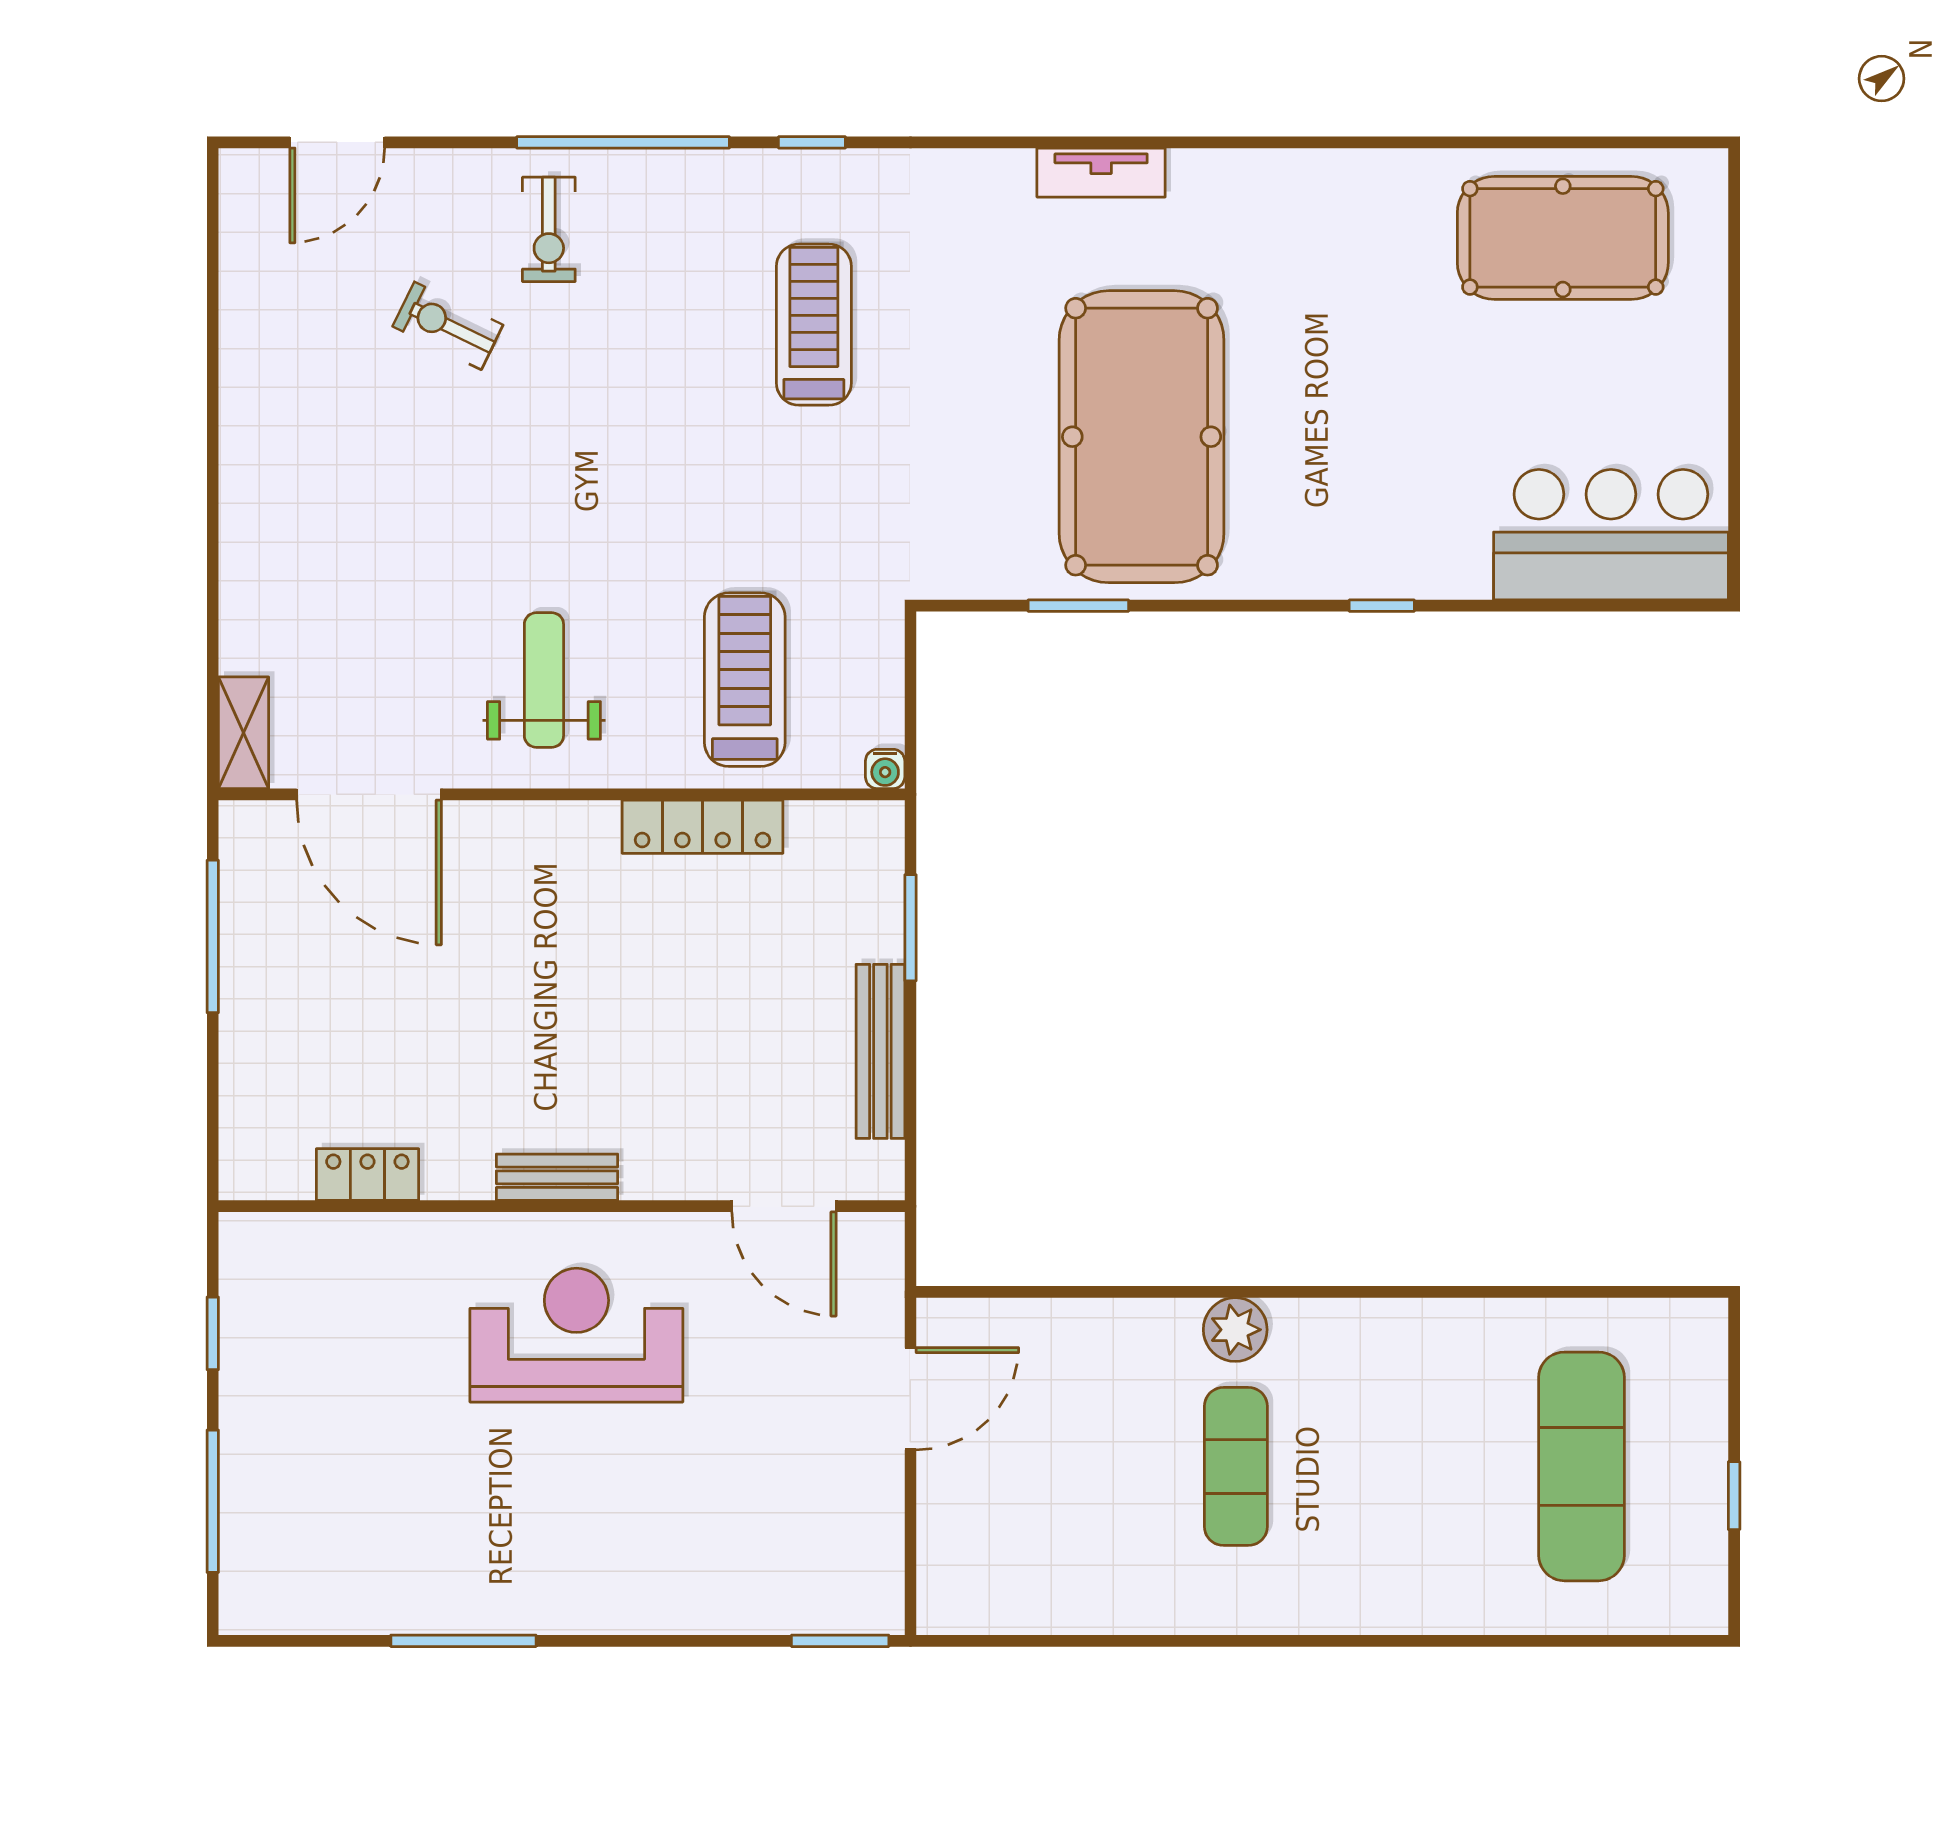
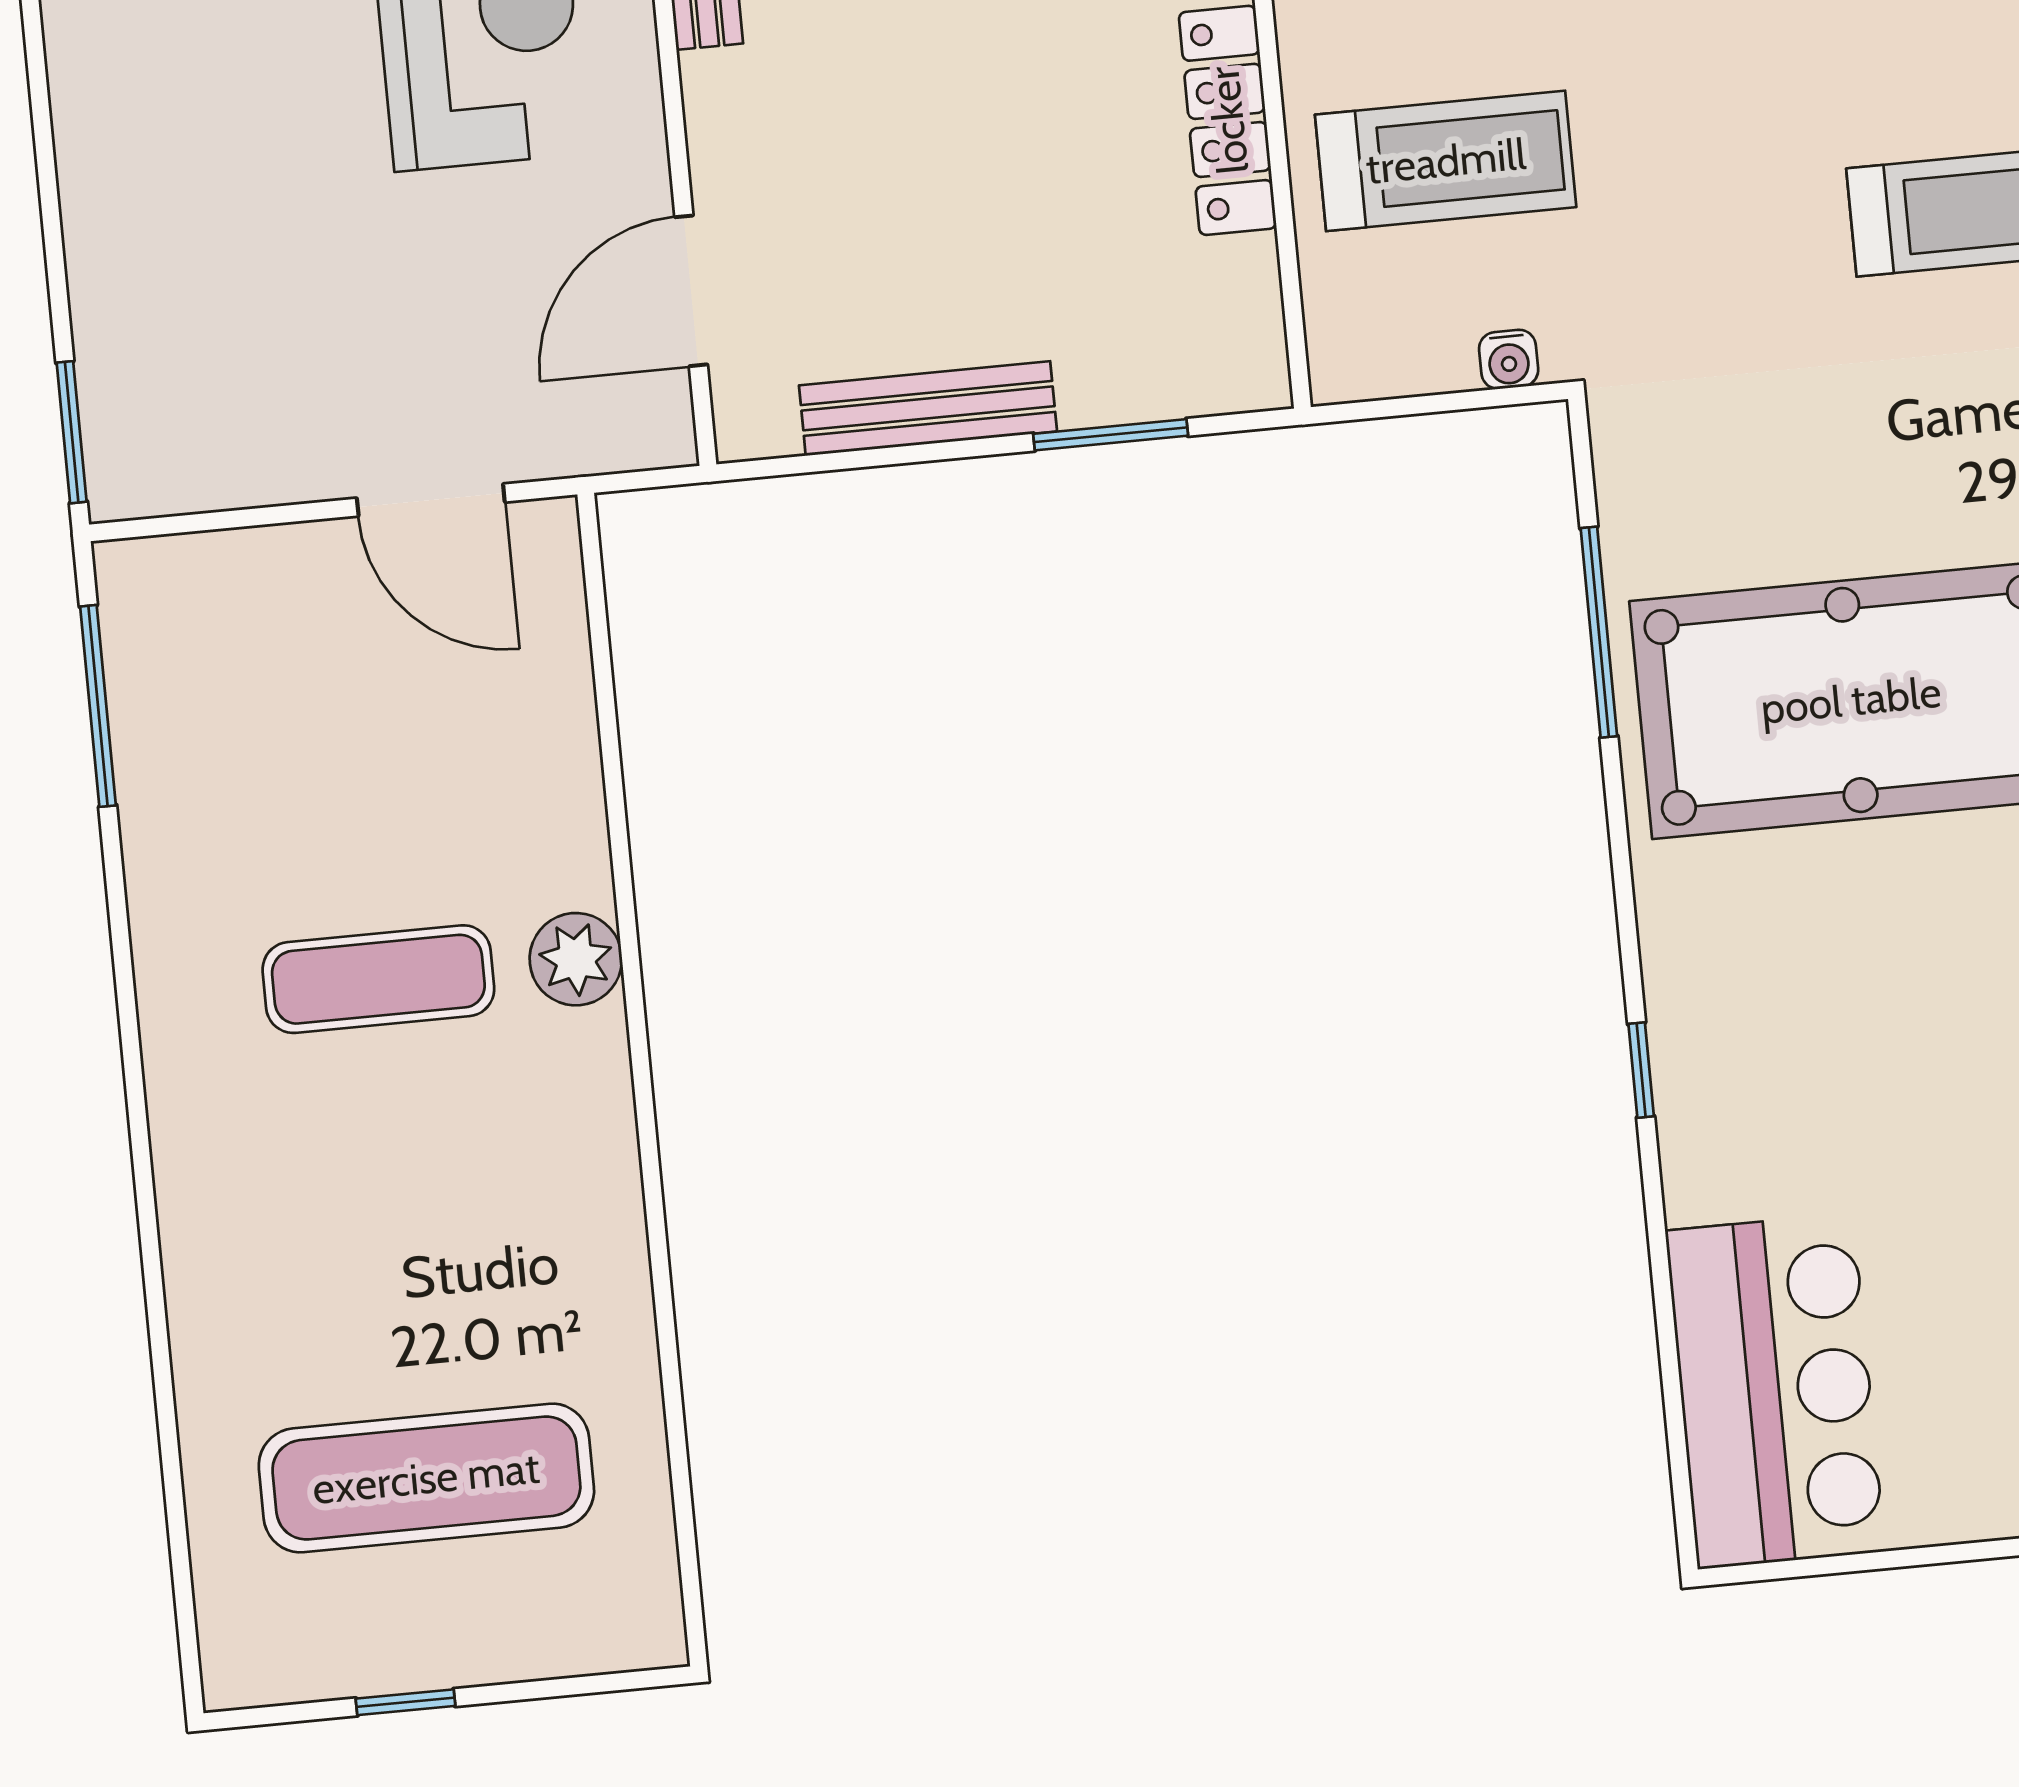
window: (1078, 606) -> (1599, 632), width x1.44
water cooler: (885, 769) -> (1509, 359), moved, turned -90
window: (1030, 1641) -> (98, 706), added

